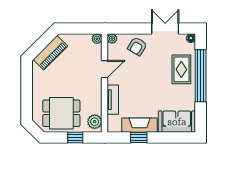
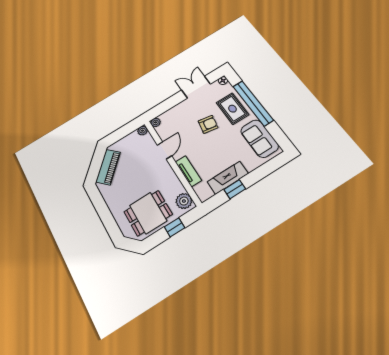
armchair: (137, 46) -> (208, 124), moved, turned -111
sofa: (177, 122) -> (259, 138), moved, turned -90

